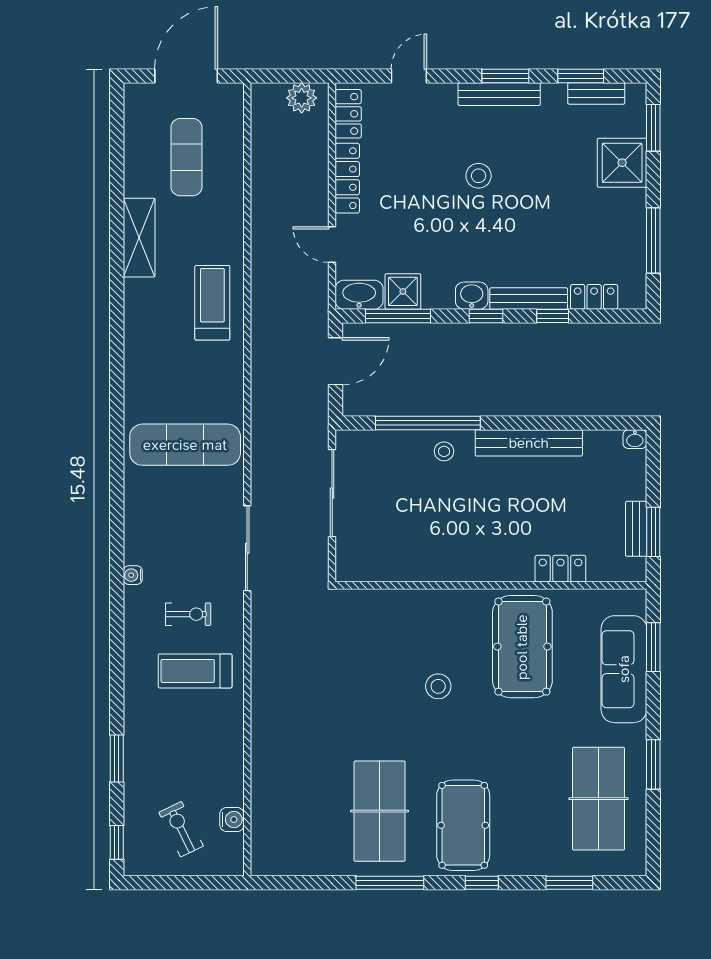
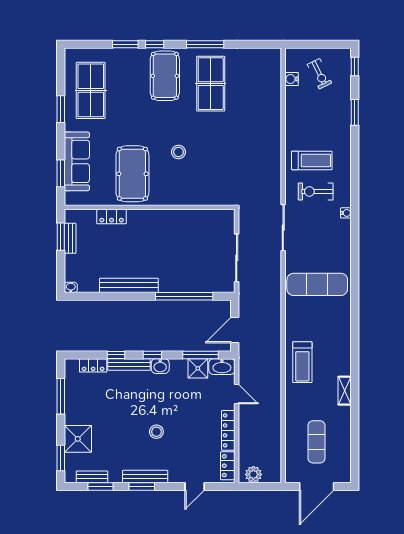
shelving: (139, 238) -> (345, 391), width x0.67, depth x0.75
stool: (444, 451) -> (175, 281), removed
exercise bike: (188, 614) -> (316, 192), width x1.38, depth x1.39
window: (569, 883) -> (125, 44), moved

